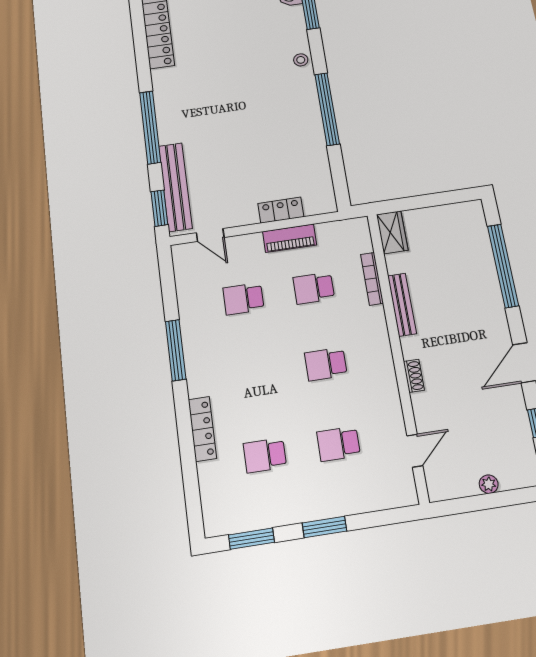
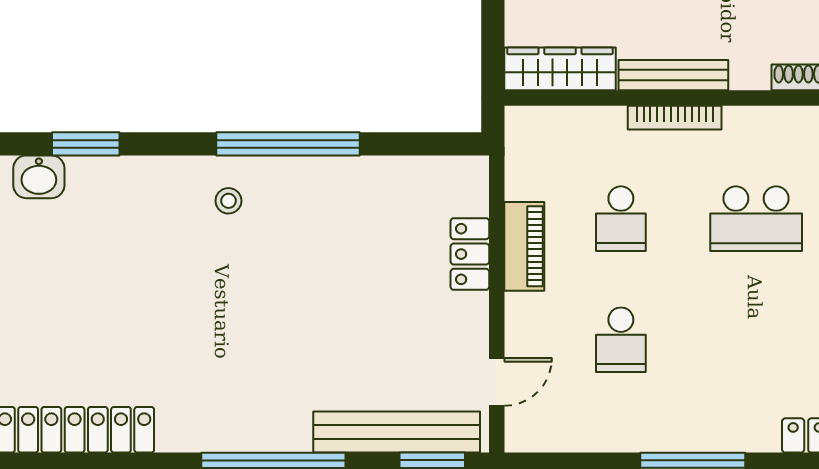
stool: (301, 60) -> (228, 201), moved
wardrobe: (392, 232) -> (560, 69), width x1.50
bookcase: (372, 279) -> (675, 118), moved
school desk: (326, 364) -> (756, 219), width x1.85

